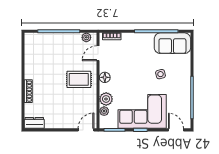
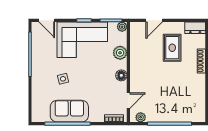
sofa: (172, 43) -> (69, 111), moved
rug: (79, 79) -> (172, 48), moved, turned 90
plant: (104, 111) -> (122, 27), moved
door: (86, 130) -> (154, 20), moved

